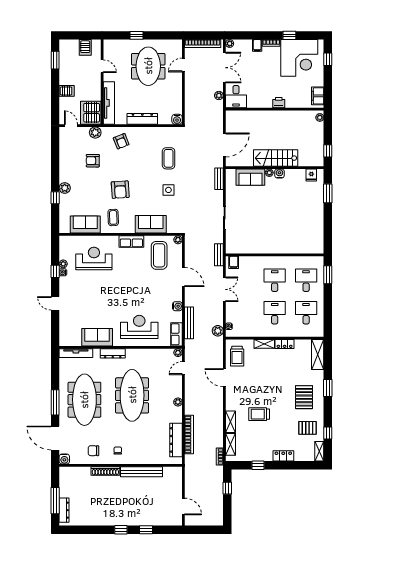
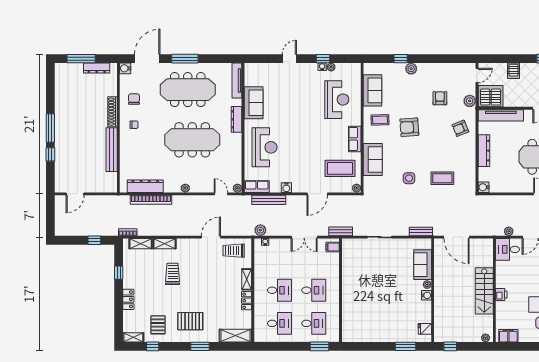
stairs: (276, 158) -> (484, 291), moved, turned 180
dresser: (64, 510) -> (97, 68), moved
window: (121, 530) -> (50, 128), width x2.17

